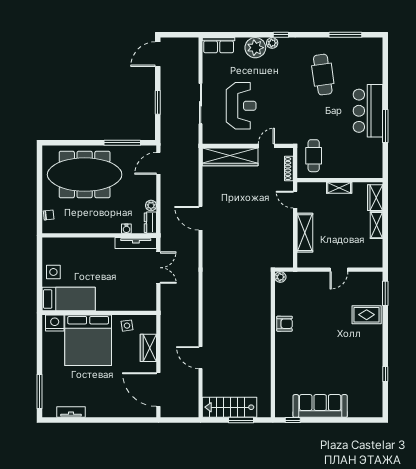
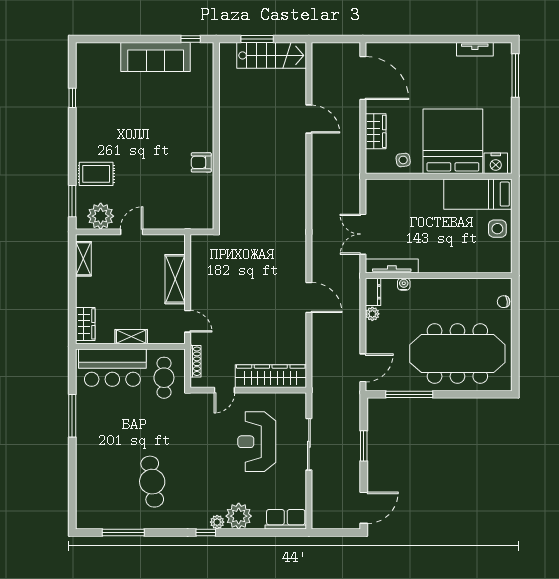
bar counter: (368, 111) -> (112, 368), moved, turned 90
shelving: (377, 225) -> (83, 259), moved
plant: (280, 277) -> (101, 216), moved, width x1.88, depth x1.88

